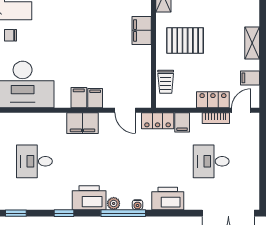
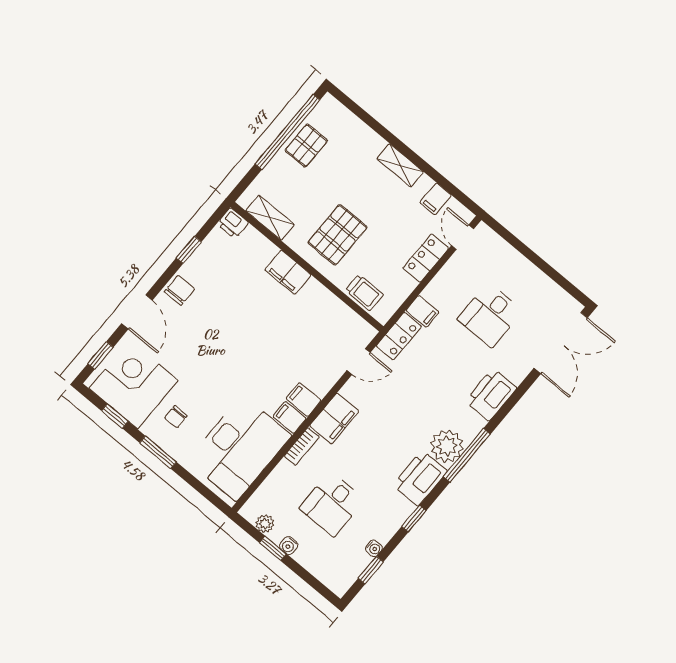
filing cabinet: (95, 98) -> (290, 418), moved
bookcase: (216, 118) -> (302, 447), moved
plant: (114, 203) -> (447, 446), width x1.87, depth x1.87
water cooler: (137, 205) -> (374, 548), moved

